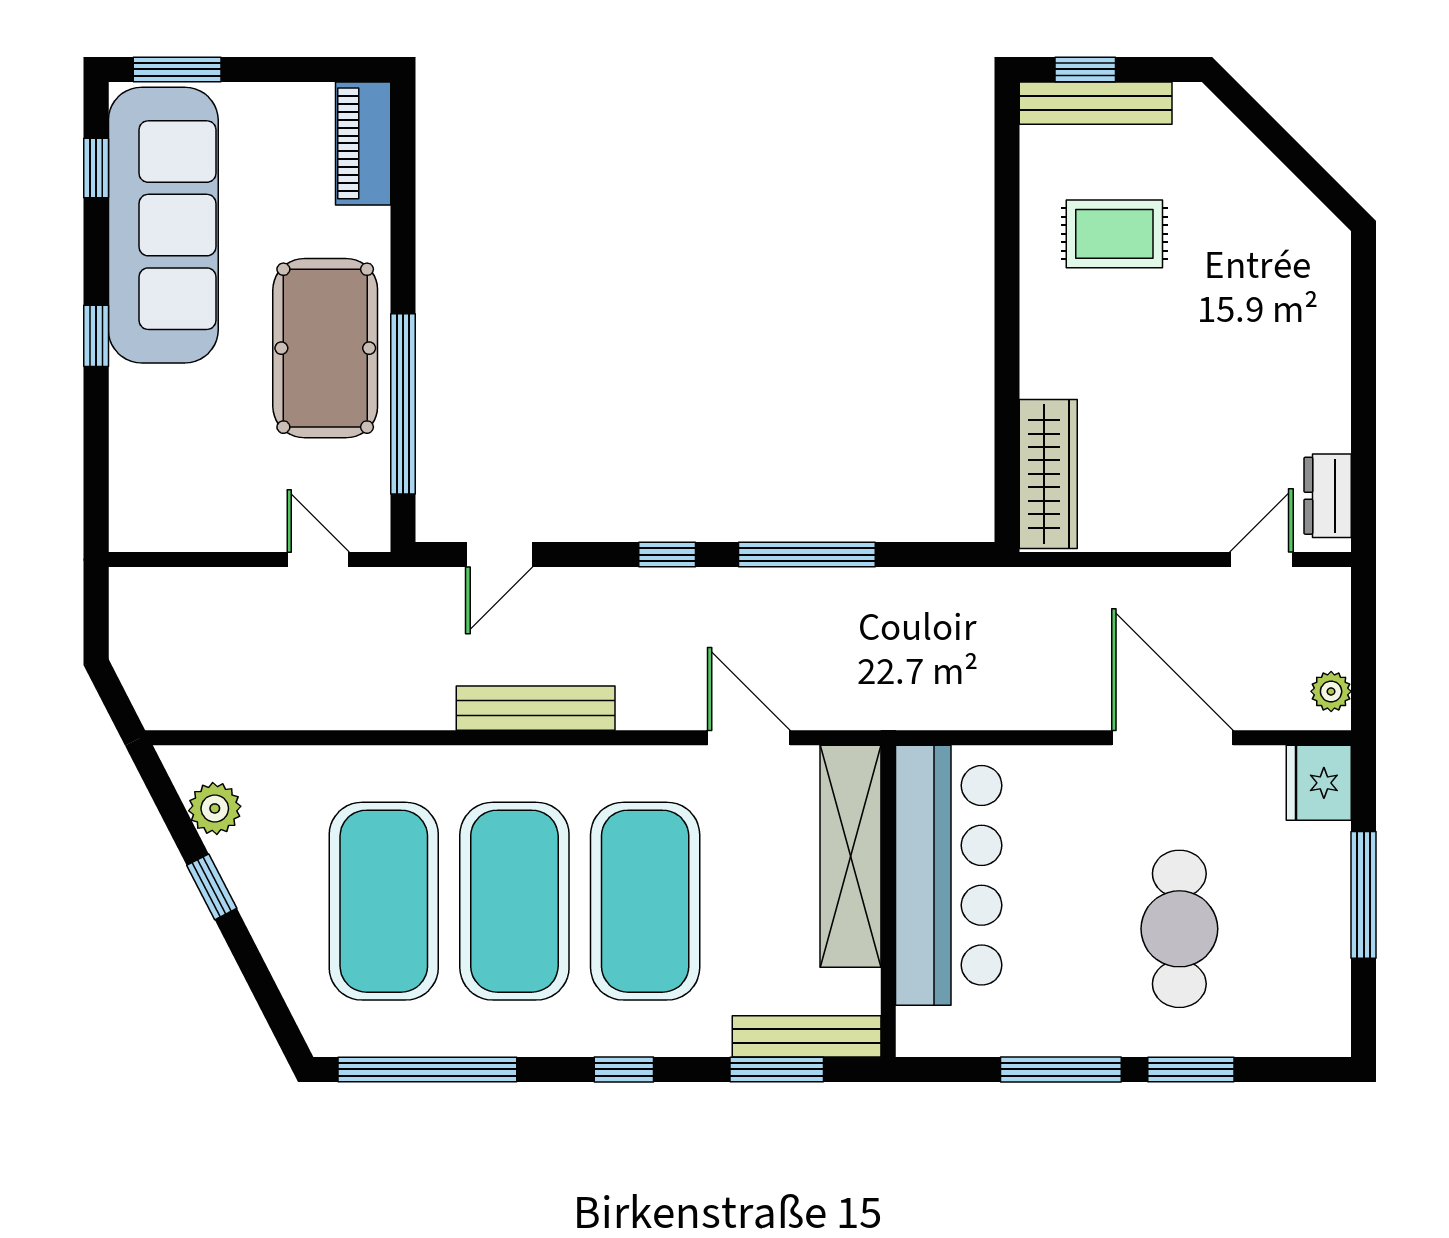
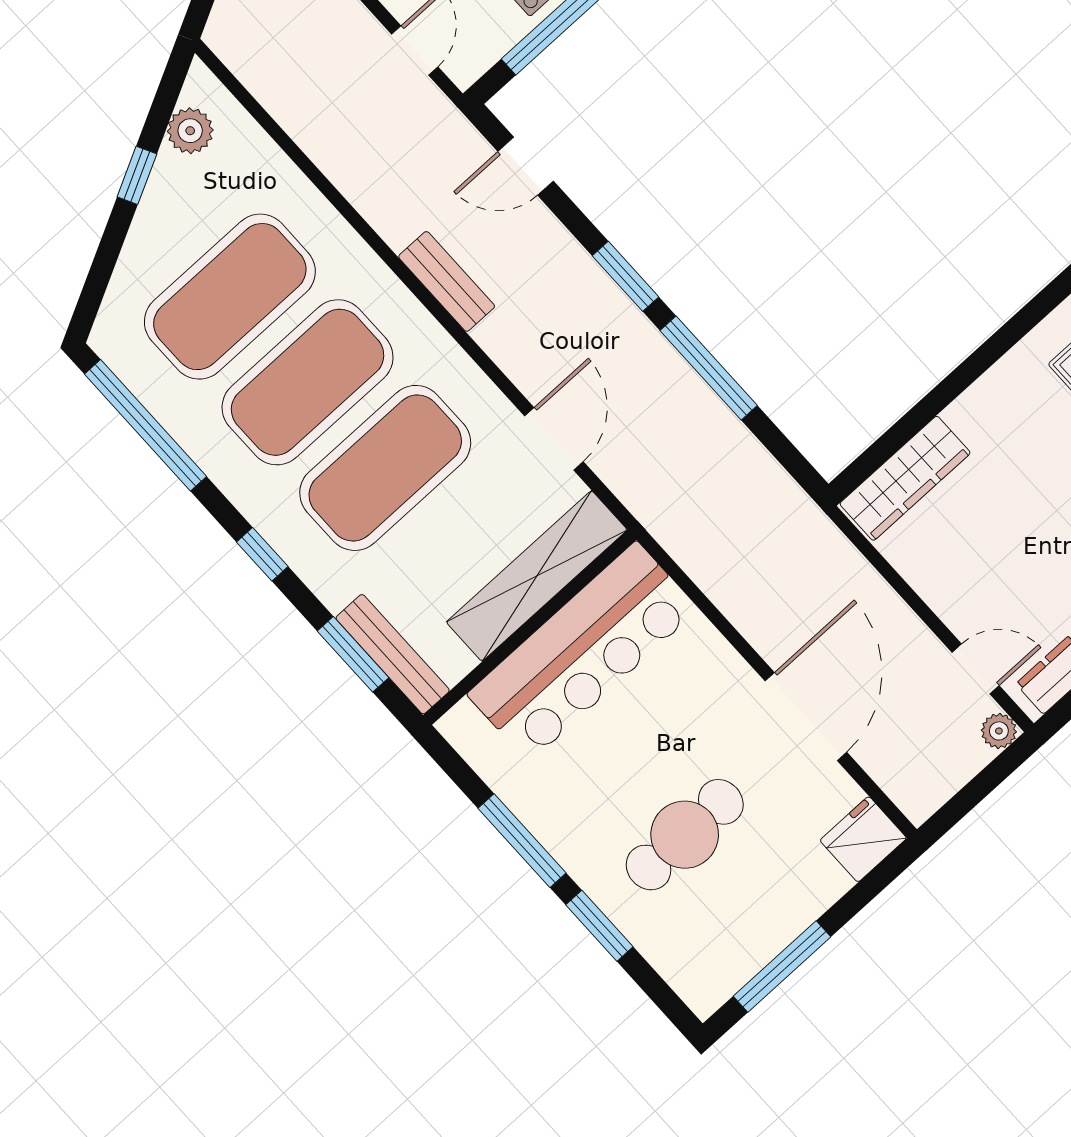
window: (667, 555) -> (625, 276), width x1.50
plant: (1331, 691) -> (999, 731), moved
bench: (536, 708) -> (447, 281), width x0.73
window: (1364, 895) -> (782, 966), moved

